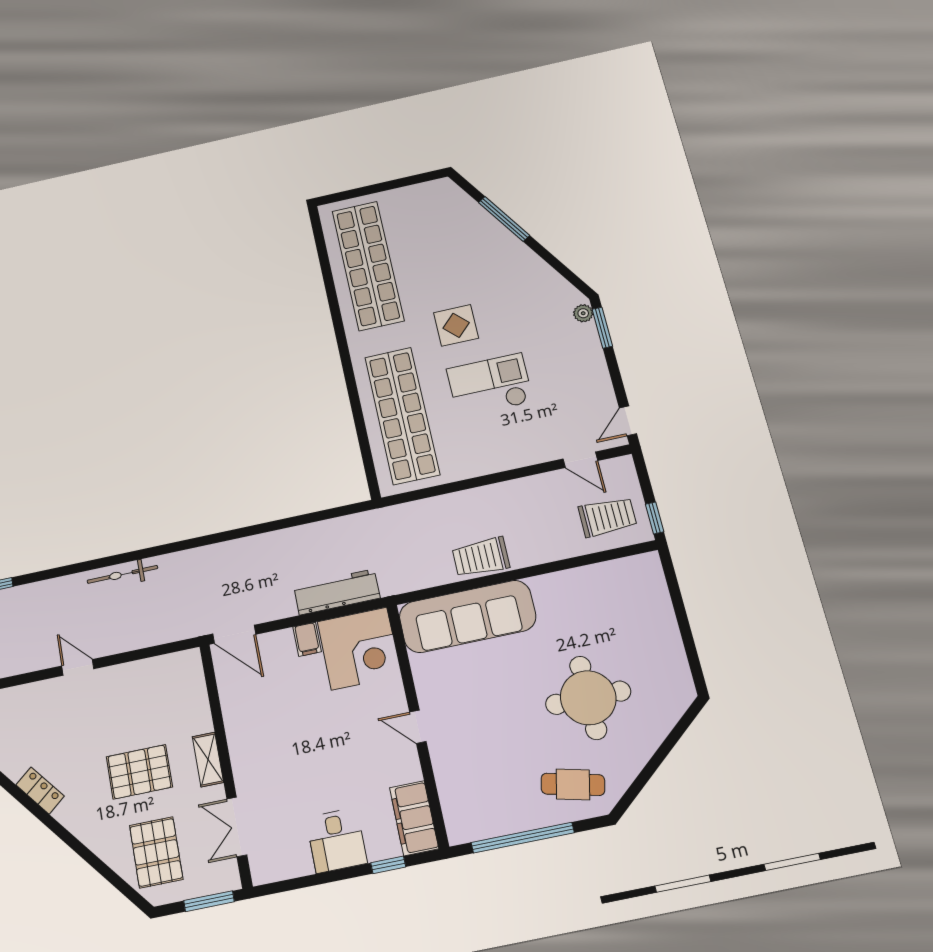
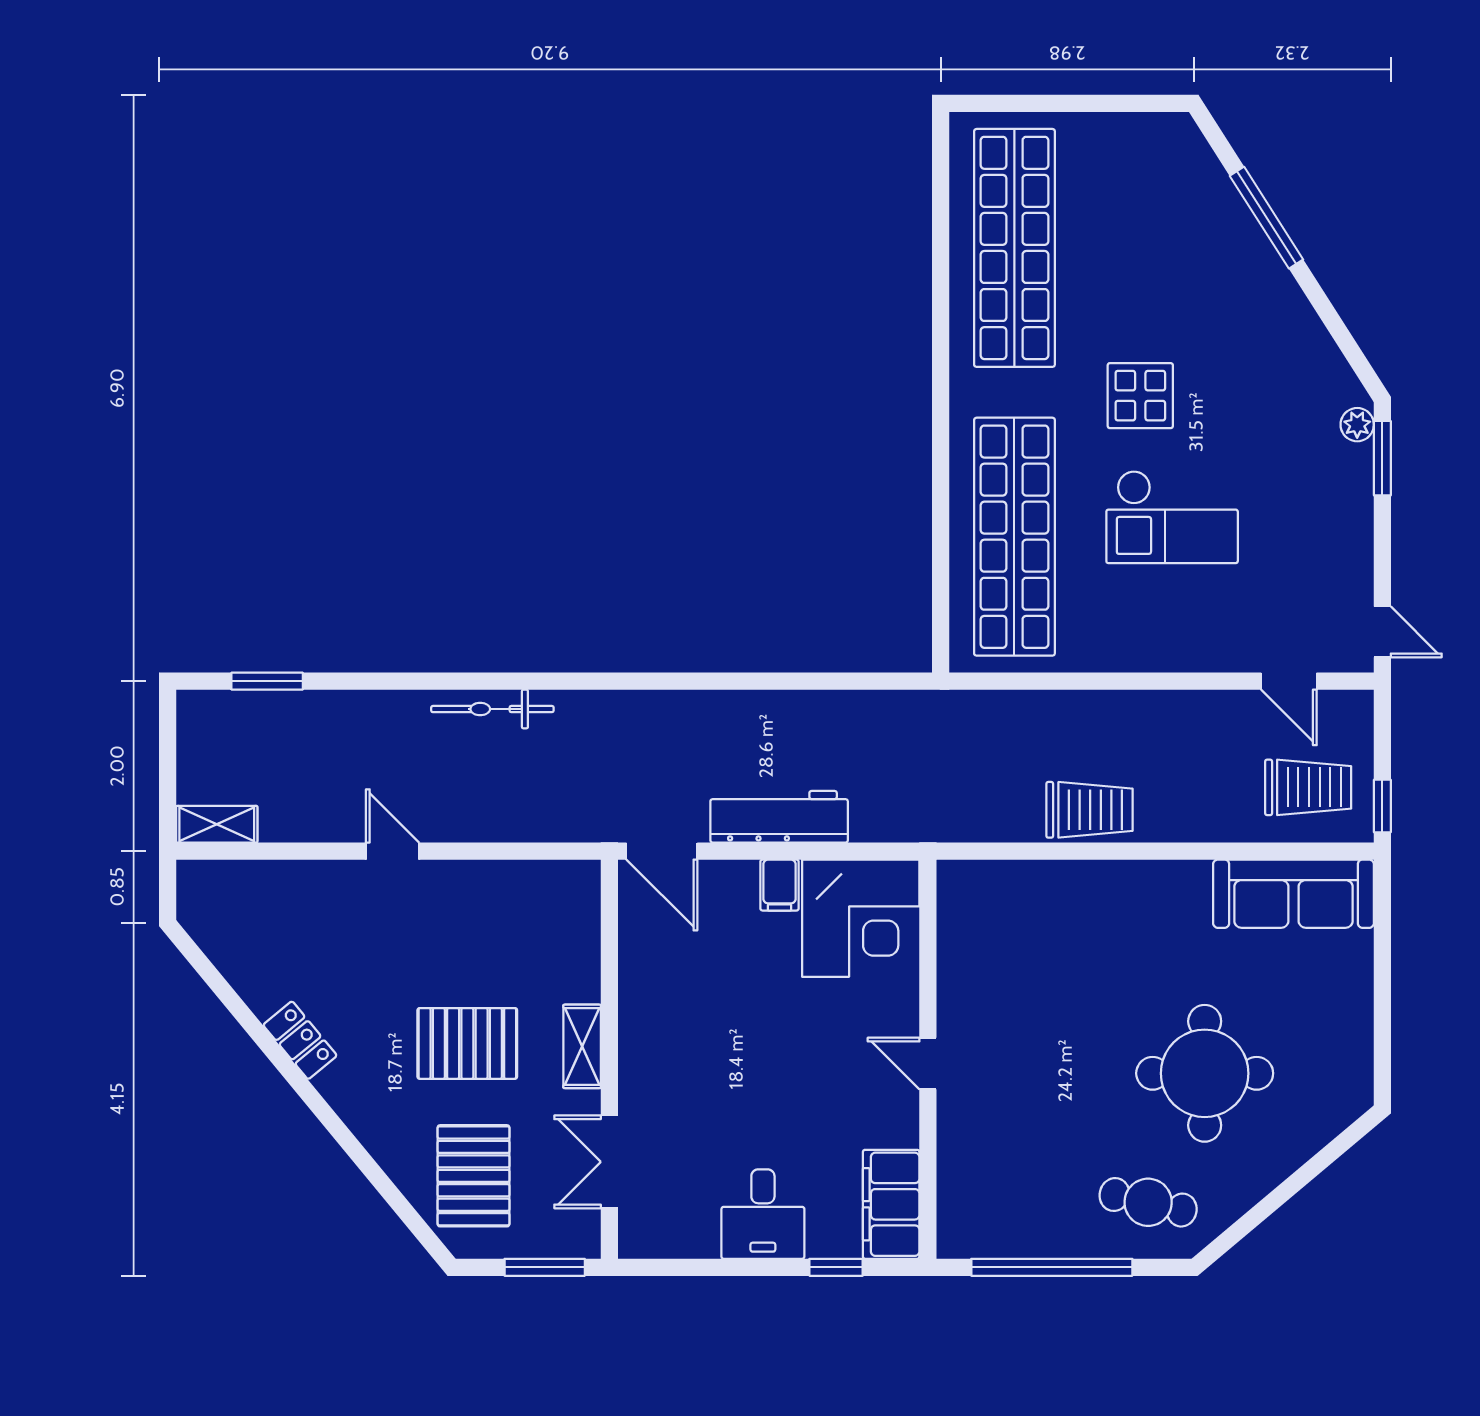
checkout: (490, 385) -> (1172, 517), turned 180
door: (628, 421) -> (1382, 632), swing flipped
trolley: (481, 557) -> (1089, 810), turned 180
workbench: (337, 592) -> (779, 817), moved
sofa: (467, 616) -> (1294, 894), moved, width x0.74, depth x0.79

